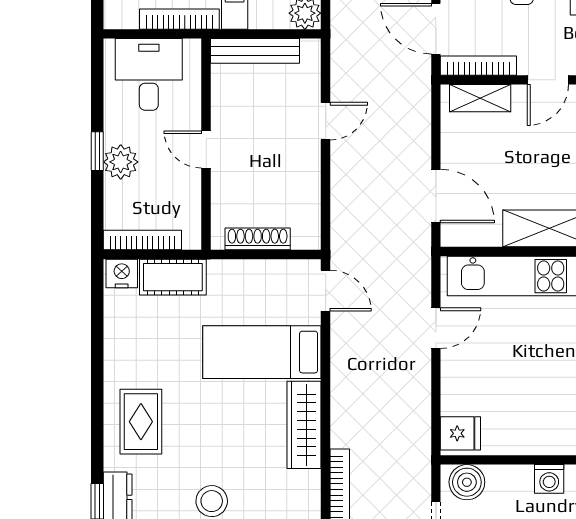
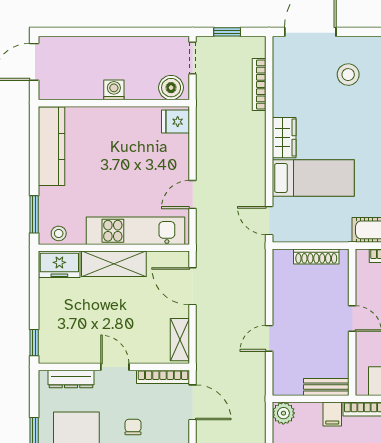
bench: (255, 51) -> (326, 387), width x0.73
door: (548, 80) -> (115, 367), hinge flipped
shelving: (480, 98) -> (180, 340), moved, turned 90
wardrobe: (304, 425) -> (284, 138), width x0.67

